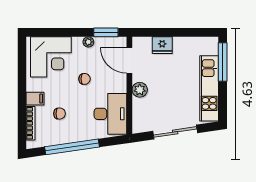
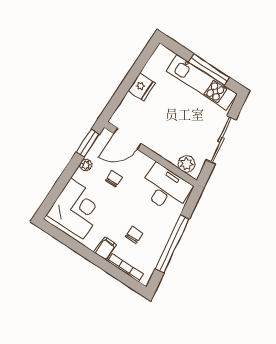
fridge: (162, 45) -> (142, 87), moved
window: (223, 62) -> (209, 70), moved
chair: (84, 79) -> (114, 179), moved
plant: (140, 90) -> (187, 164), moved

